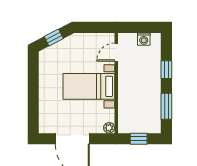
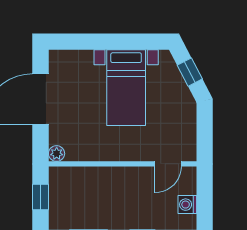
door: (116, 52) -> (168, 164), swing flipped
bed with nightstands: (89, 86) -> (126, 88), moved, turned 180

